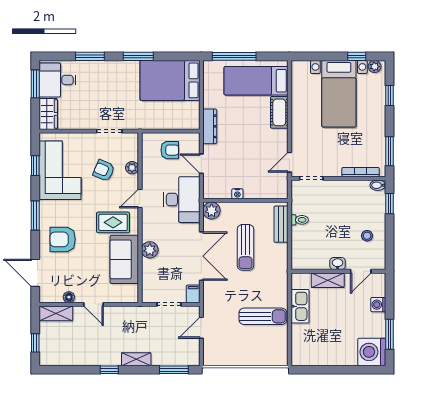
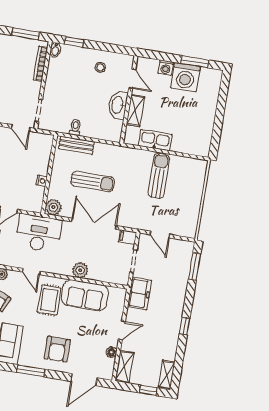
washbasin: (338, 264) -> (118, 105), width x1.91, depth x1.45
freezer: (136, 316) -> (139, 293), added
washing machine: (372, 352) -> (185, 77), moved
shelving: (136, 359) -> (167, 375), moved

